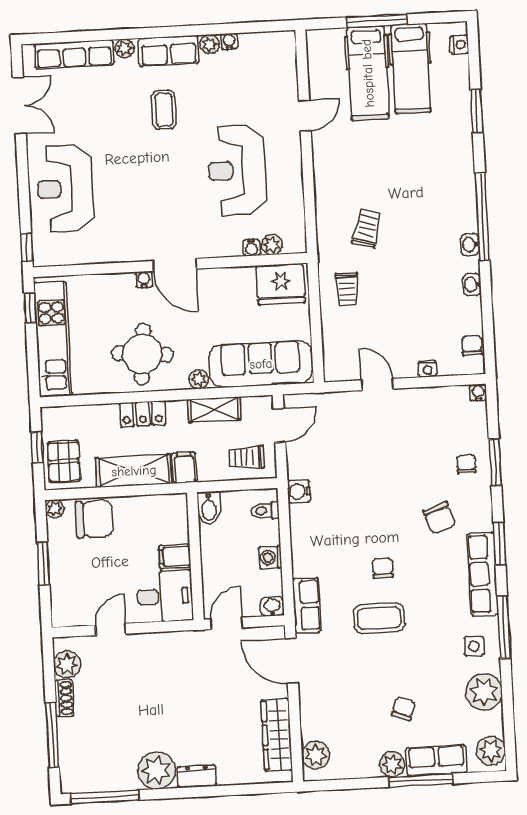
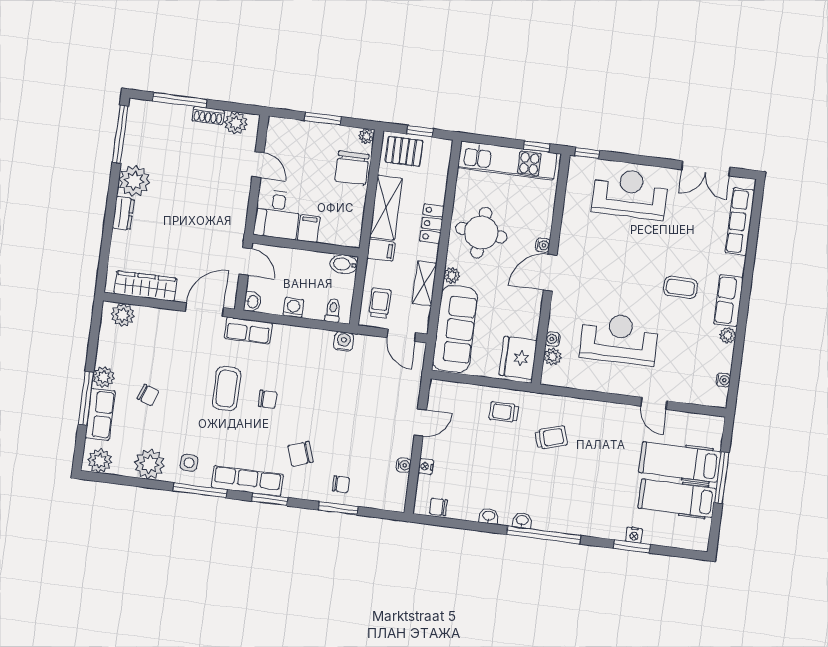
water cooler: (229, 41) -> (723, 380), moved
nightstand: (459, 45) -> (634, 535), moved
plant: (124, 48) -> (737, 264), removed
trolley: (367, 228) -> (551, 438), turned -33
chair: (472, 345) -> (438, 507), turned 180
water cooler: (478, 392) -> (404, 465), moved

